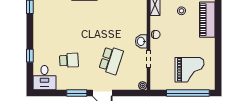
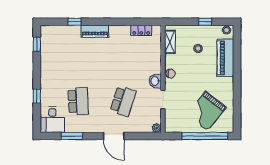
school desk: (69, 60) -> (78, 101), width x1.85
grand piano: (190, 70) -> (207, 111), turned 128
window: (77, 93) -> (72, 136), moved

